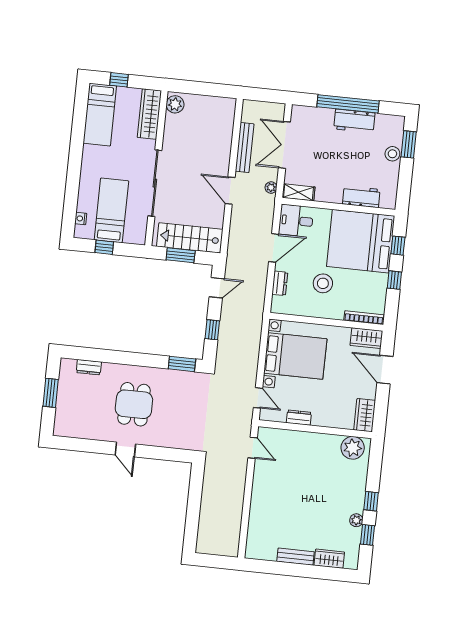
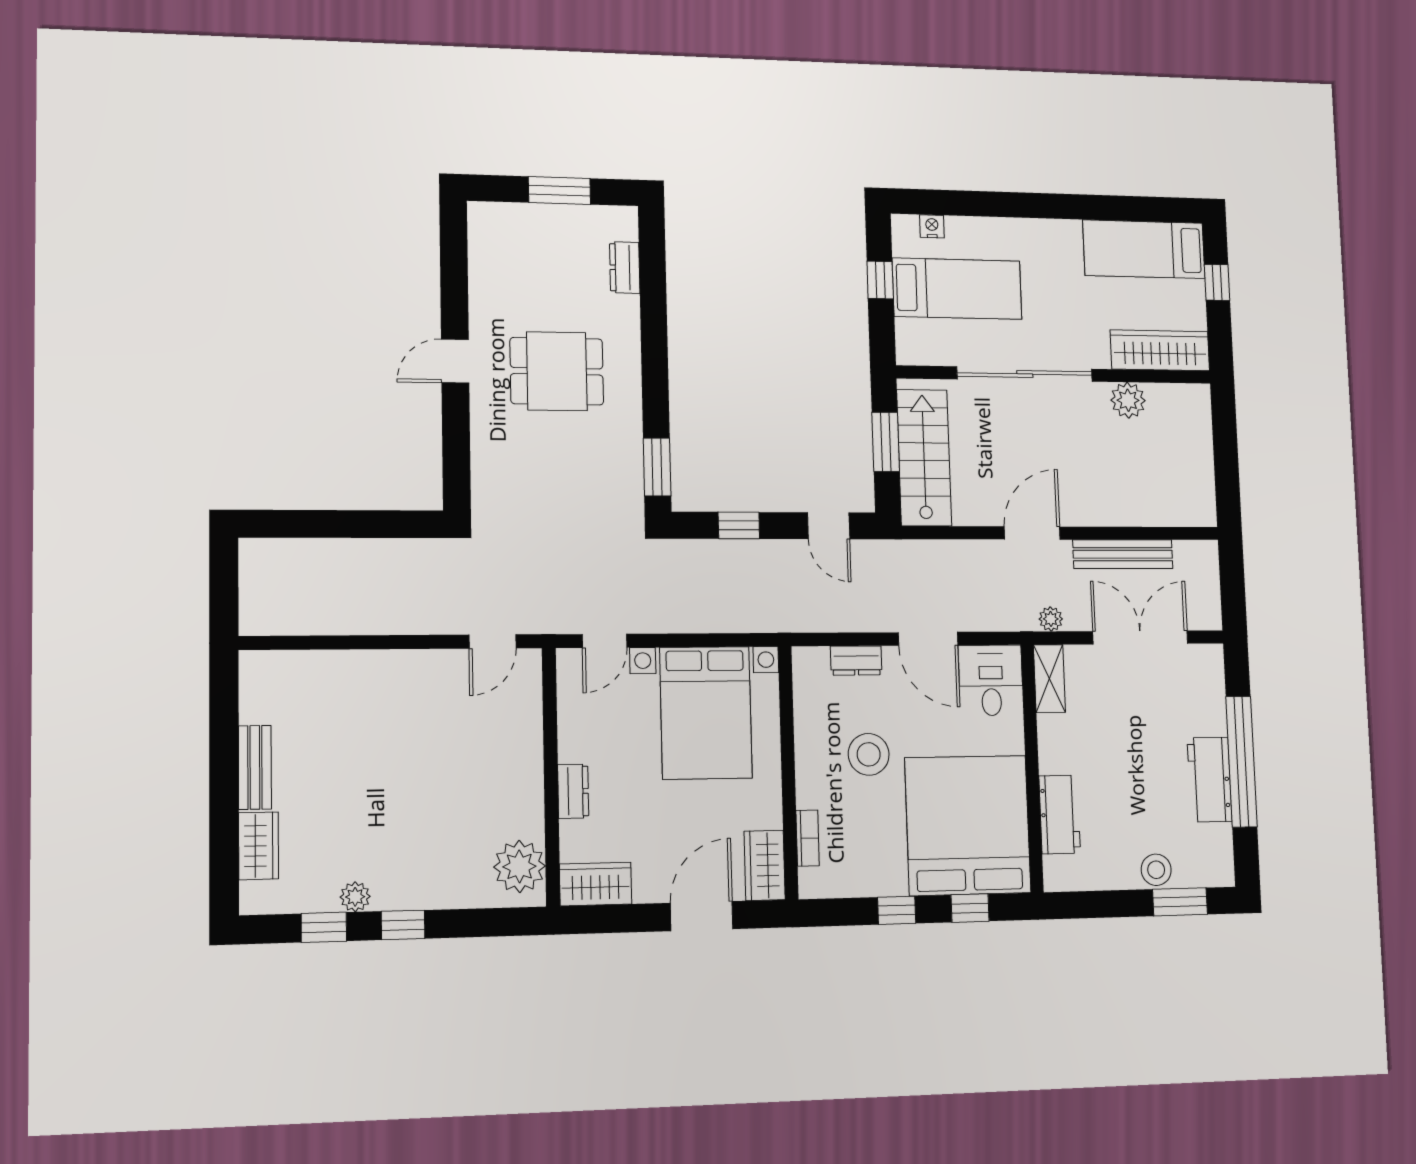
plant: (175, 104) -> (1128, 400), moved
bookcase: (364, 318) -> (808, 838), width x0.64
dresser: (299, 418) -> (573, 791), moved

